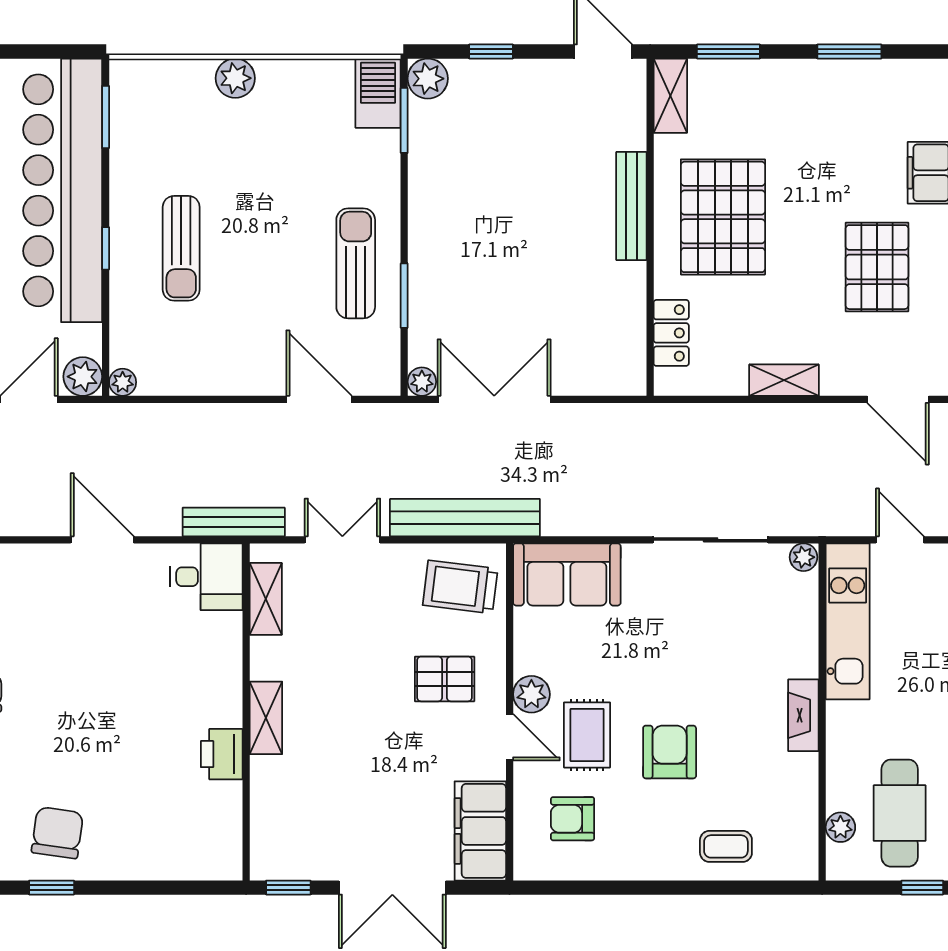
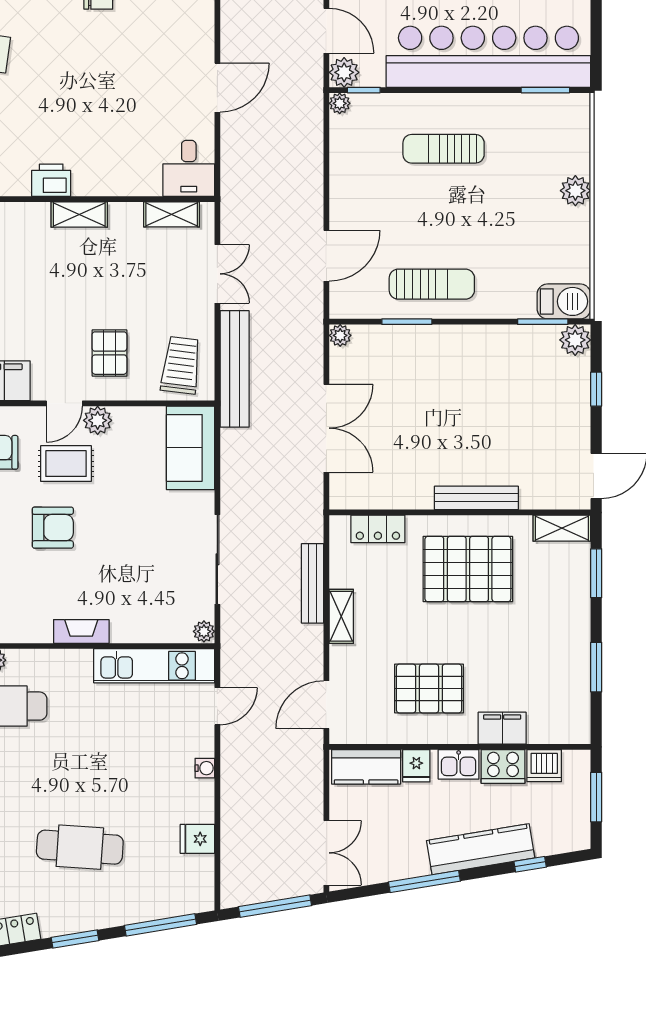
window: (106, 248) -> (364, 90), moved
double door: (494, 399) -> (326, 428), moved
bench: (234, 522) -> (313, 583), moved

